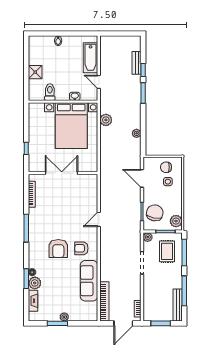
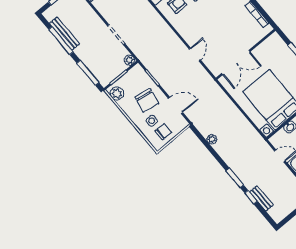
plant: (106, 120) -> (247, 129), removed
double door: (62, 173) -> (236, 63), moved
chair: (155, 213) -> (147, 100), moved
door: (99, 219) -> (195, 54), moved
rug: (167, 251) -> (103, 62), removed
bench: (178, 305) -> (64, 34), moved

